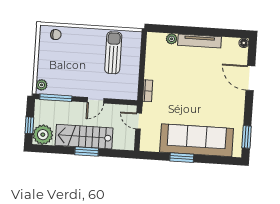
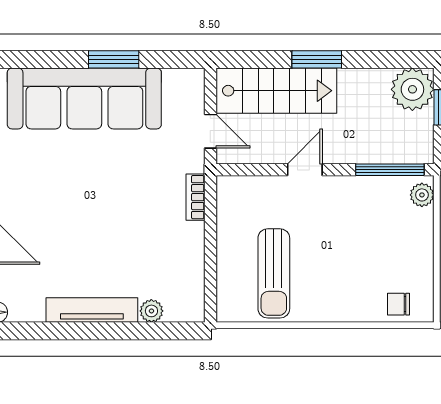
stairs: (84, 137) -> (276, 91), moved

